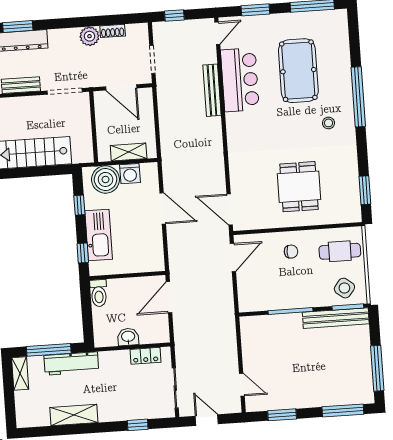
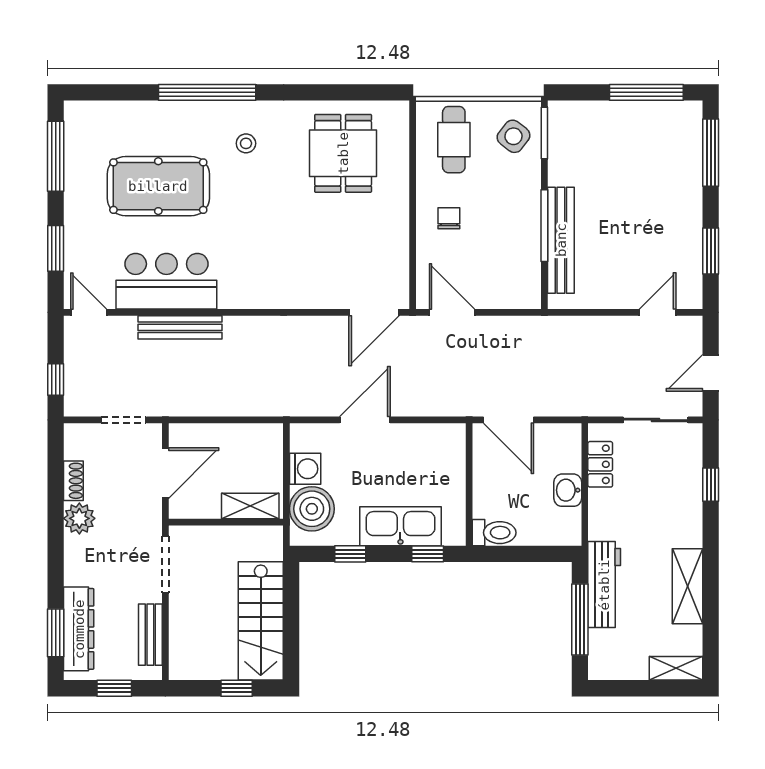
shelving: (129, 152) -> (250, 506), moved, turned 90
dining table: (299, 187) -> (343, 153), moved, turned 90
window: (365, 190) -> (358, 92), removed
bench: (336, 318) -> (561, 240), moved
shelving: (20, 373) -> (676, 668), moved

